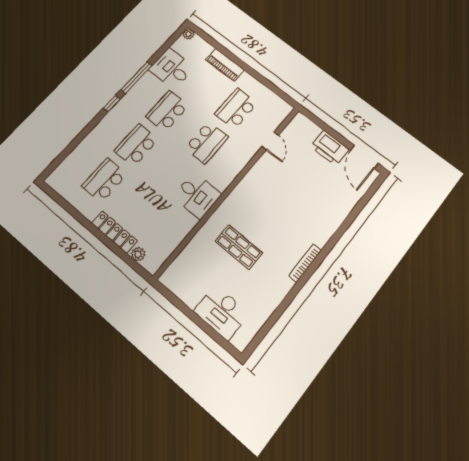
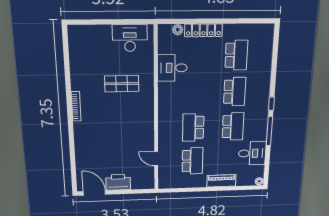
desk: (197, 195) -> (172, 68), moved
desk: (222, 312) -> (130, 38), moved

